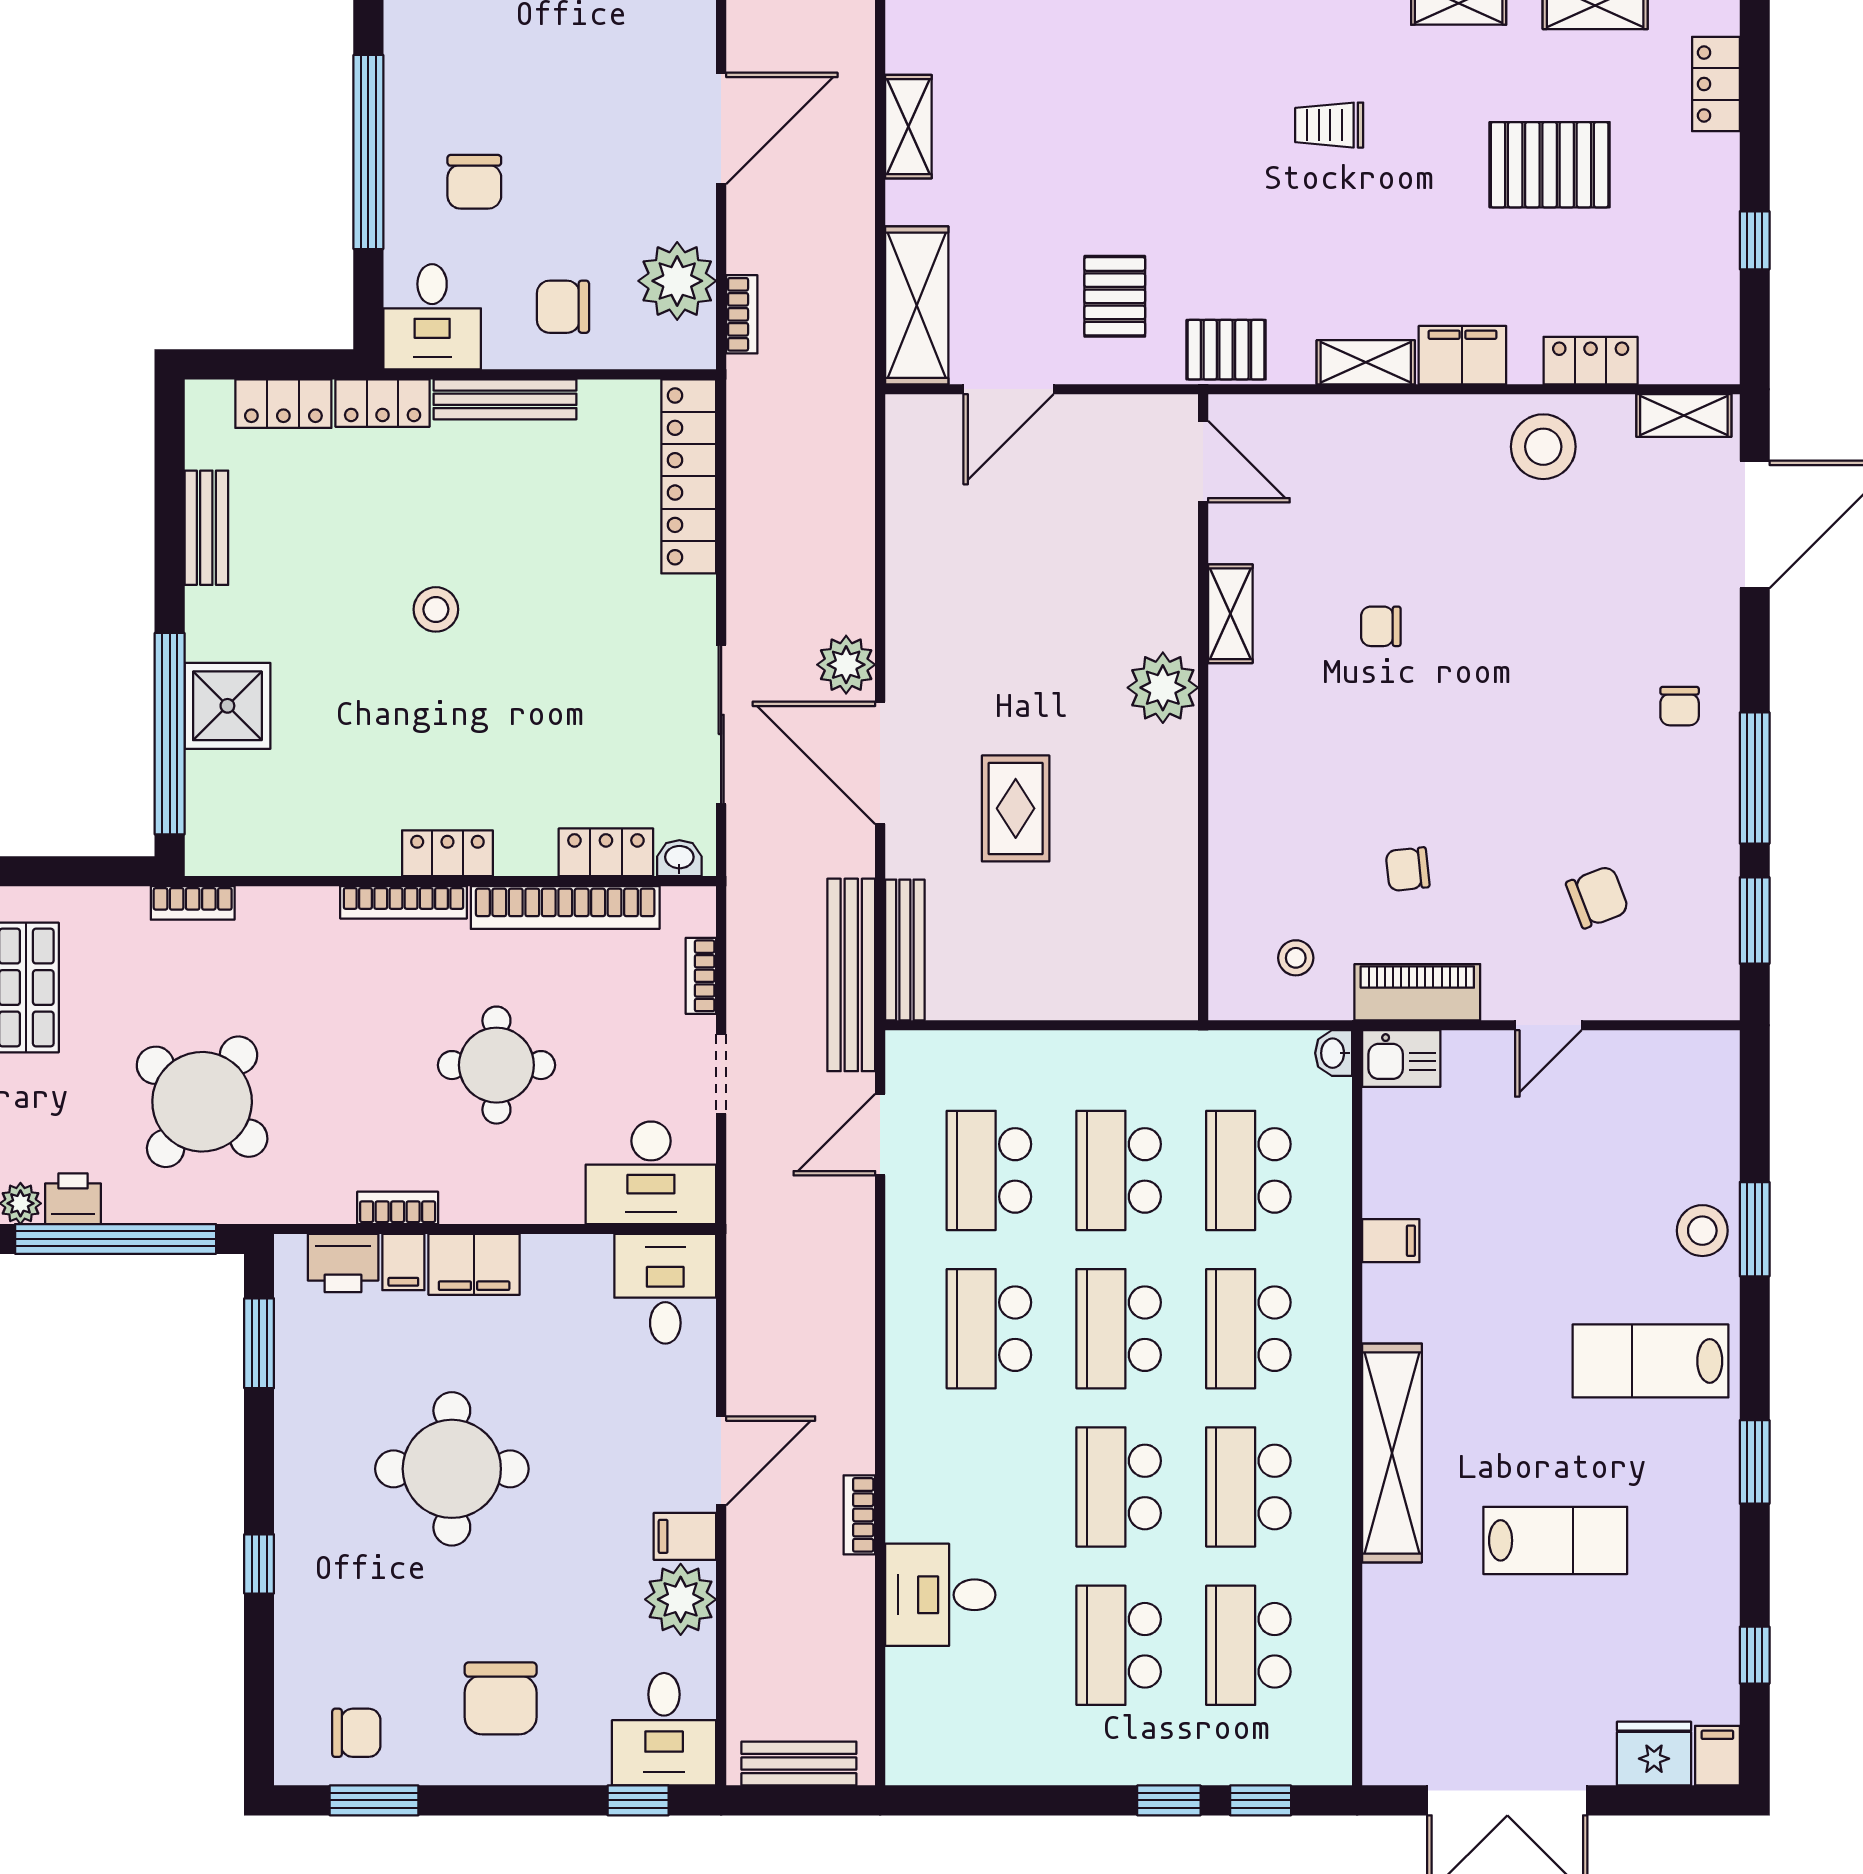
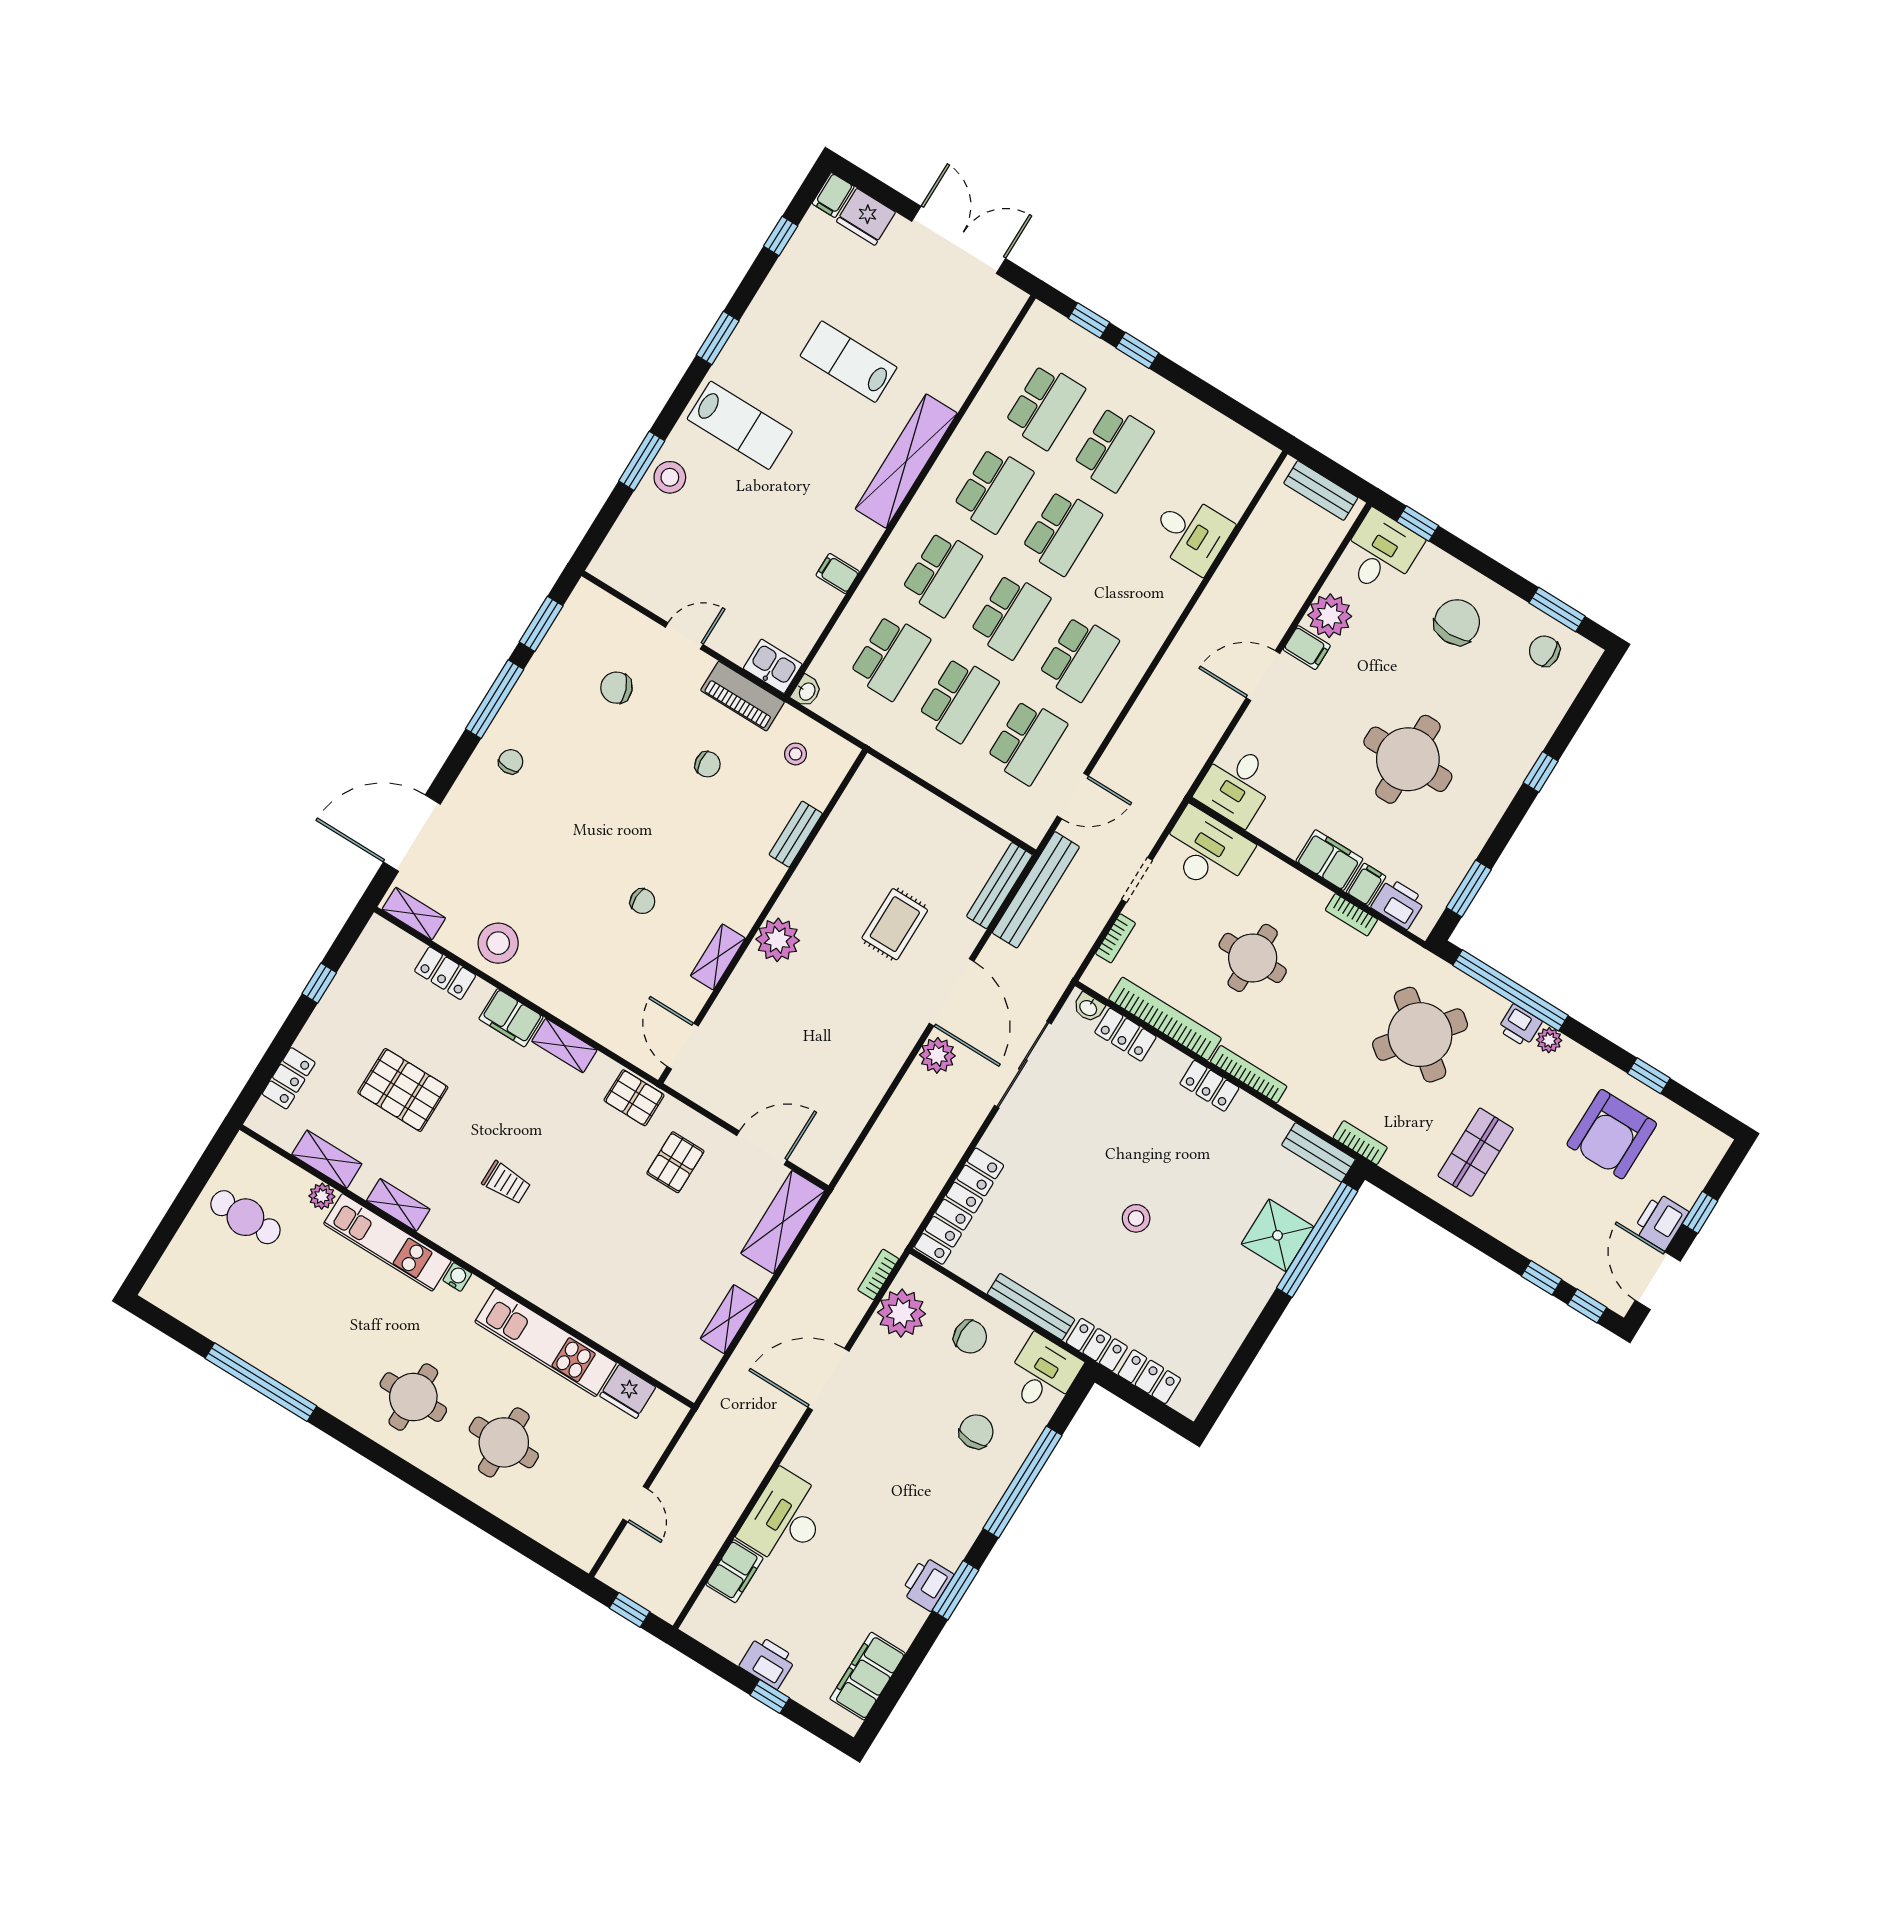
bench: (206, 528) -> (1318, 1152), moved, turned 90
bench: (1228, 848) -> (796, 834), added
bookcase: (859, 1515) -> (1208, 602), removed

